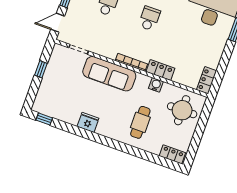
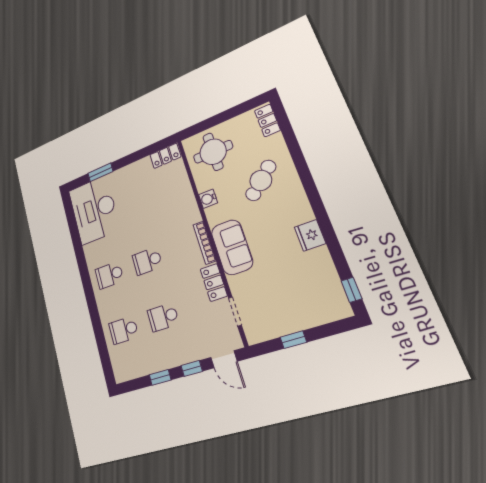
locker: (160, 70) -> (214, 282), moved
sofa: (109, 74) -> (232, 247), width x0.73
cafe table: (140, 122) -> (261, 180), turned -42

